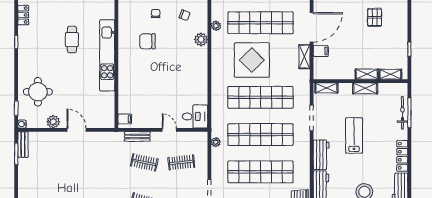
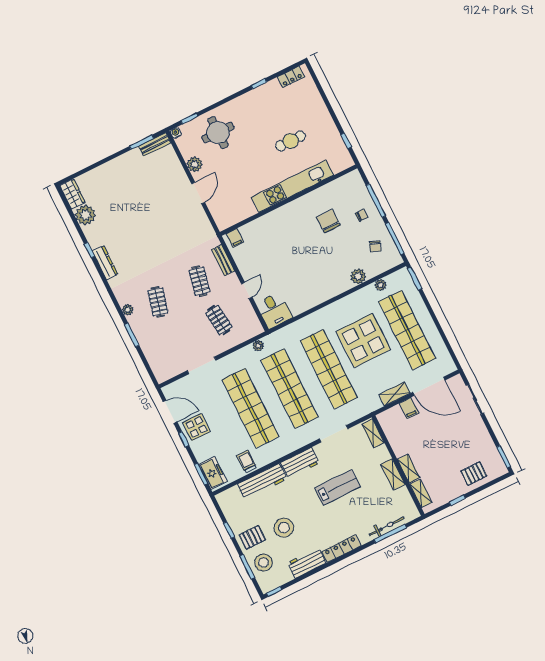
pallet: (375, 17) -> (474, 474), moved

